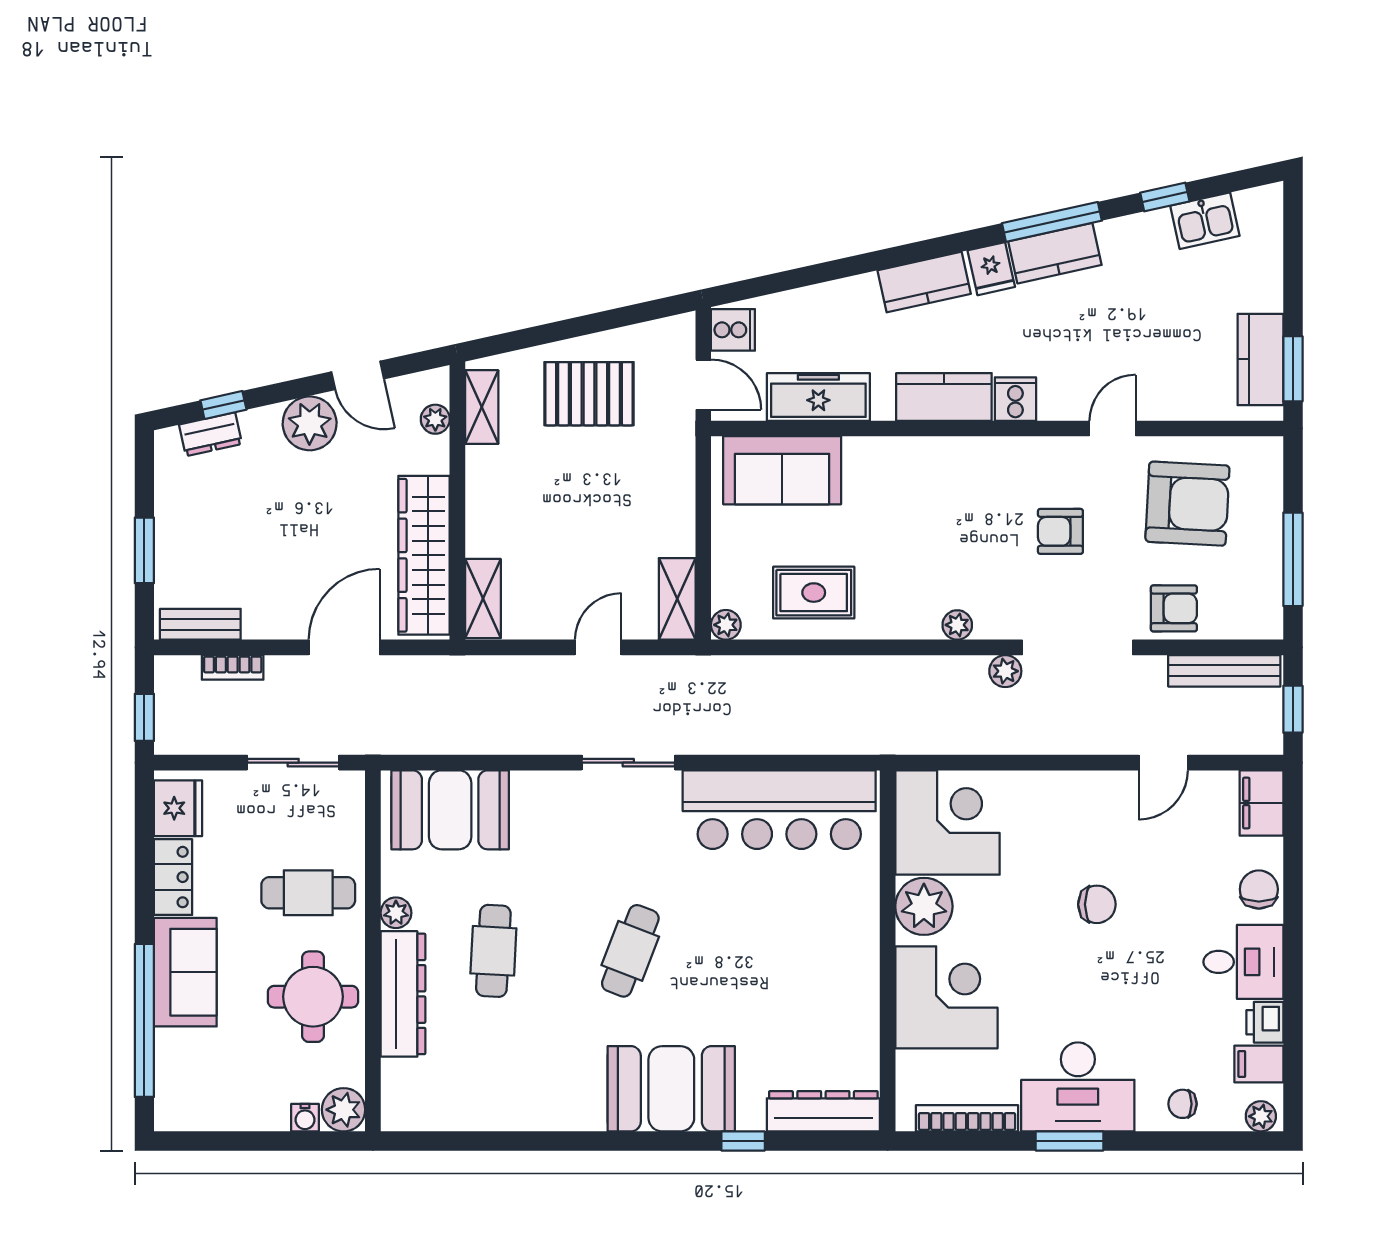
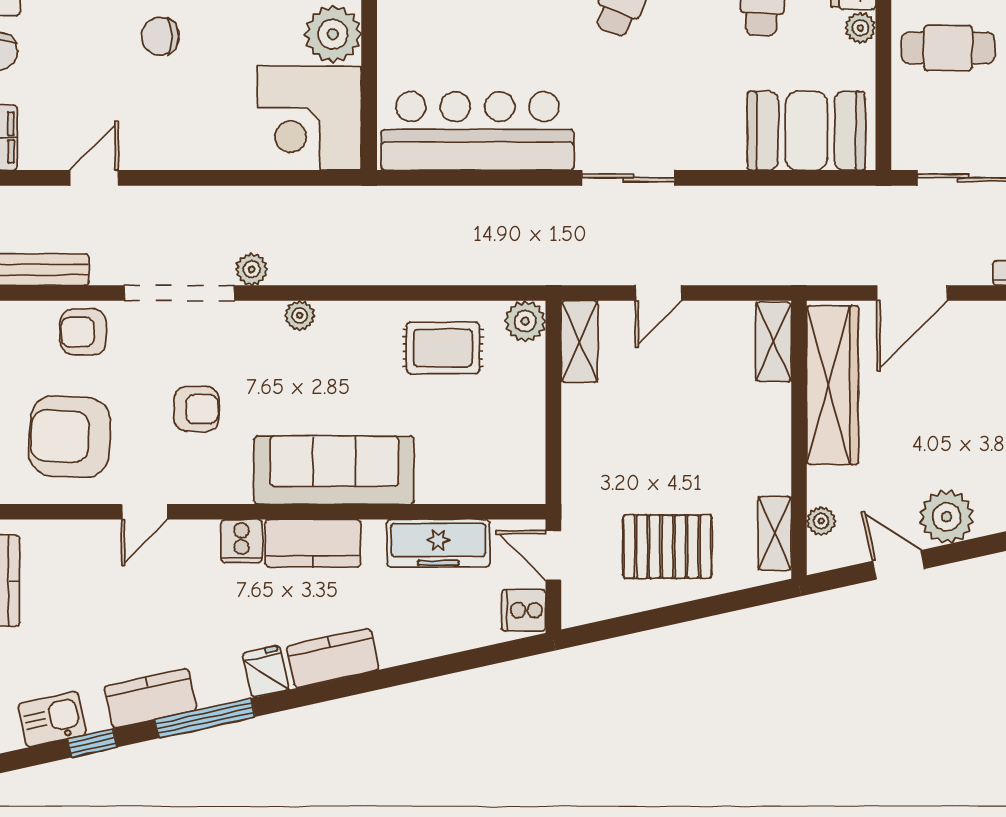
kitchen counter: (1055, 253) -> (150, 698), moved
sofa: (782, 470) -> (334, 470), moved, width x1.36
plant: (726, 625) -> (525, 321), width x1.38, depth x1.38

